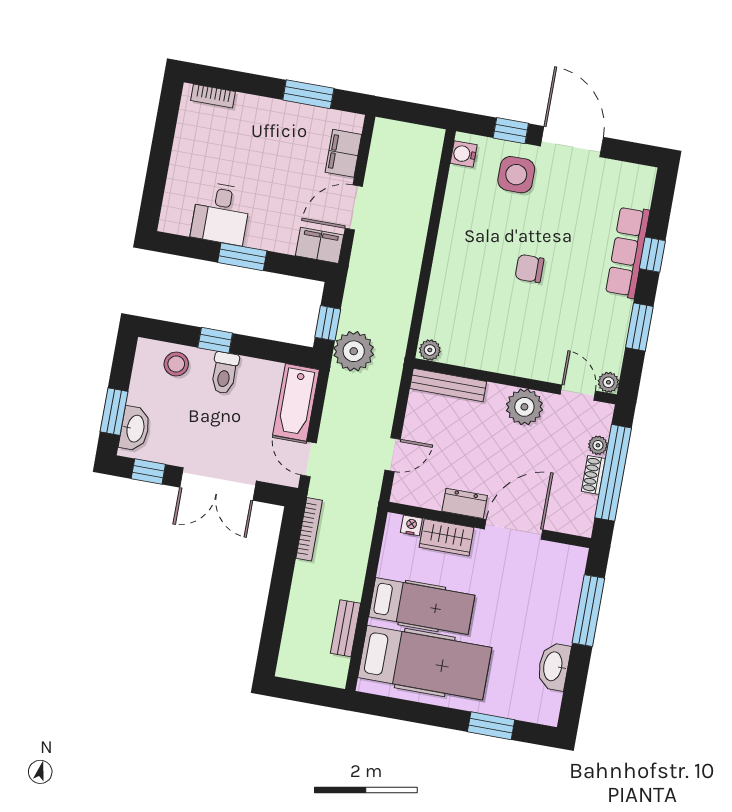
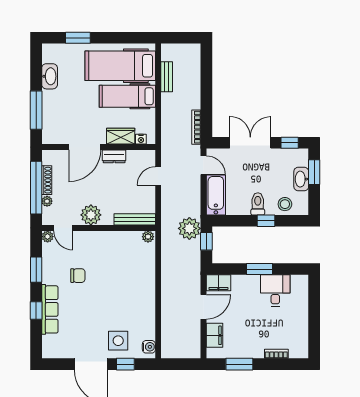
bookcase: (213, 96) -> (276, 354), moved
chair: (530, 269) -> (78, 276), moved
washbasin: (135, 429) -> (301, 179), moved
shoe rack: (593, 475) -> (47, 180), width x1.43

